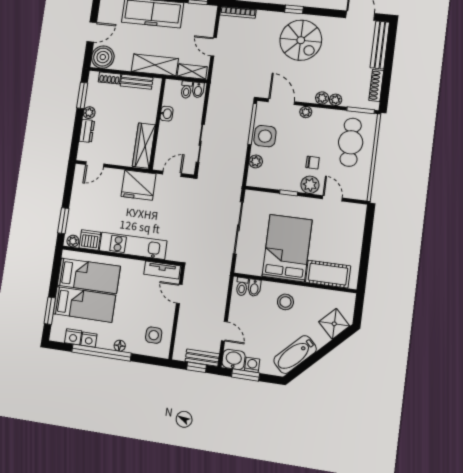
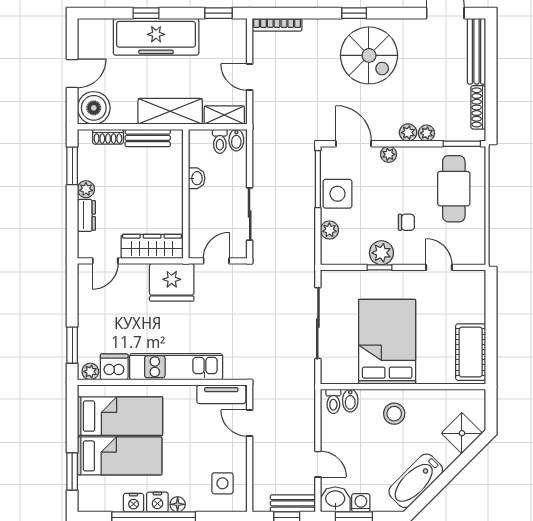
wardrobe: (144, 146) -> (152, 246), moved, turned 90
plant: (310, 185) -> (381, 253), moved
cot: (328, 274) -> (471, 352), moved, turned 90
nightstand: (73, 337) -> (157, 502), moved

